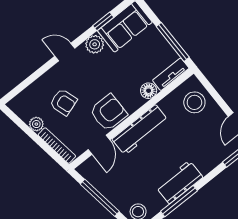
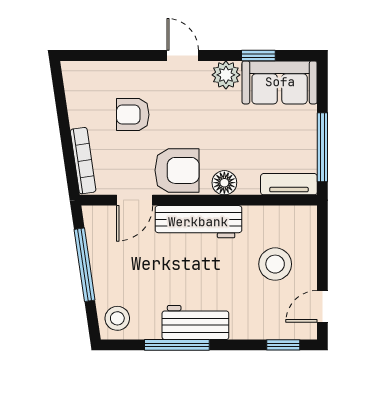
floor lamp: (149, 91) -> (224, 183), moved
armchair: (63, 102) -> (133, 115), turned 108
stool: (194, 102) -> (275, 264), moved
plant: (36, 124) -> (79, 115), removed

